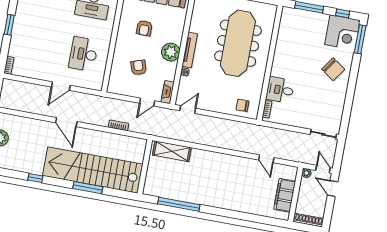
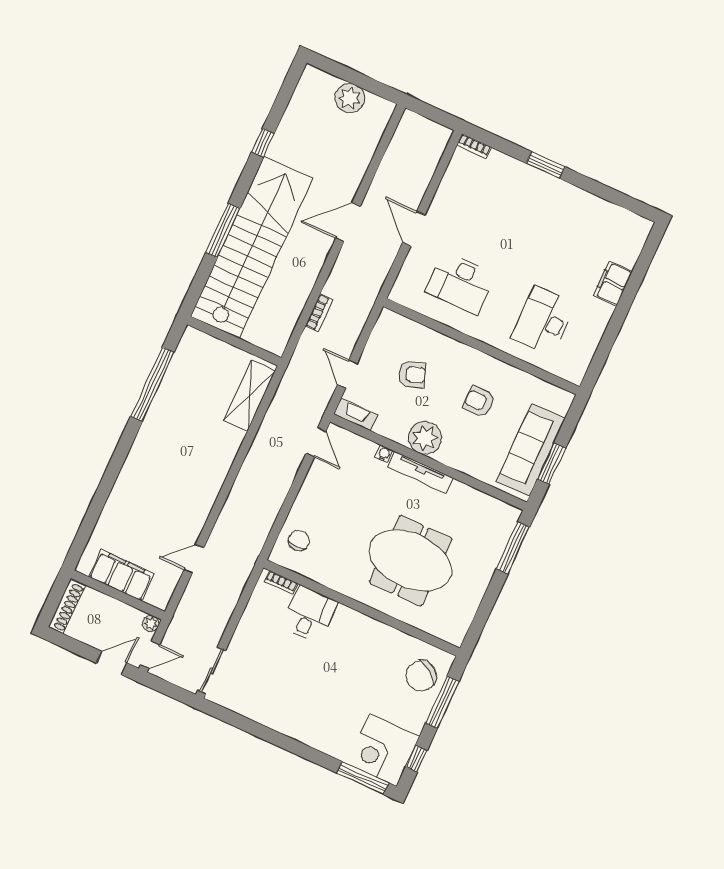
meeting table: (238, 43) -> (411, 561), width x0.73
desk: (83, 54) -> (460, 283), turned 180
chair: (333, 69) -> (421, 676), moved

